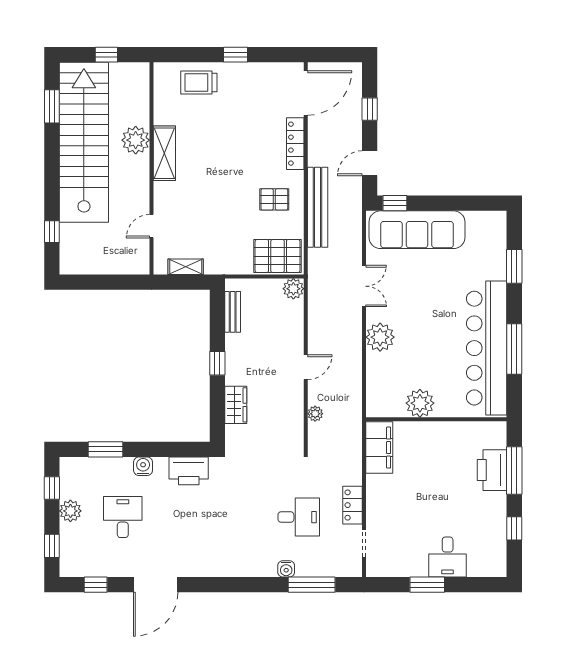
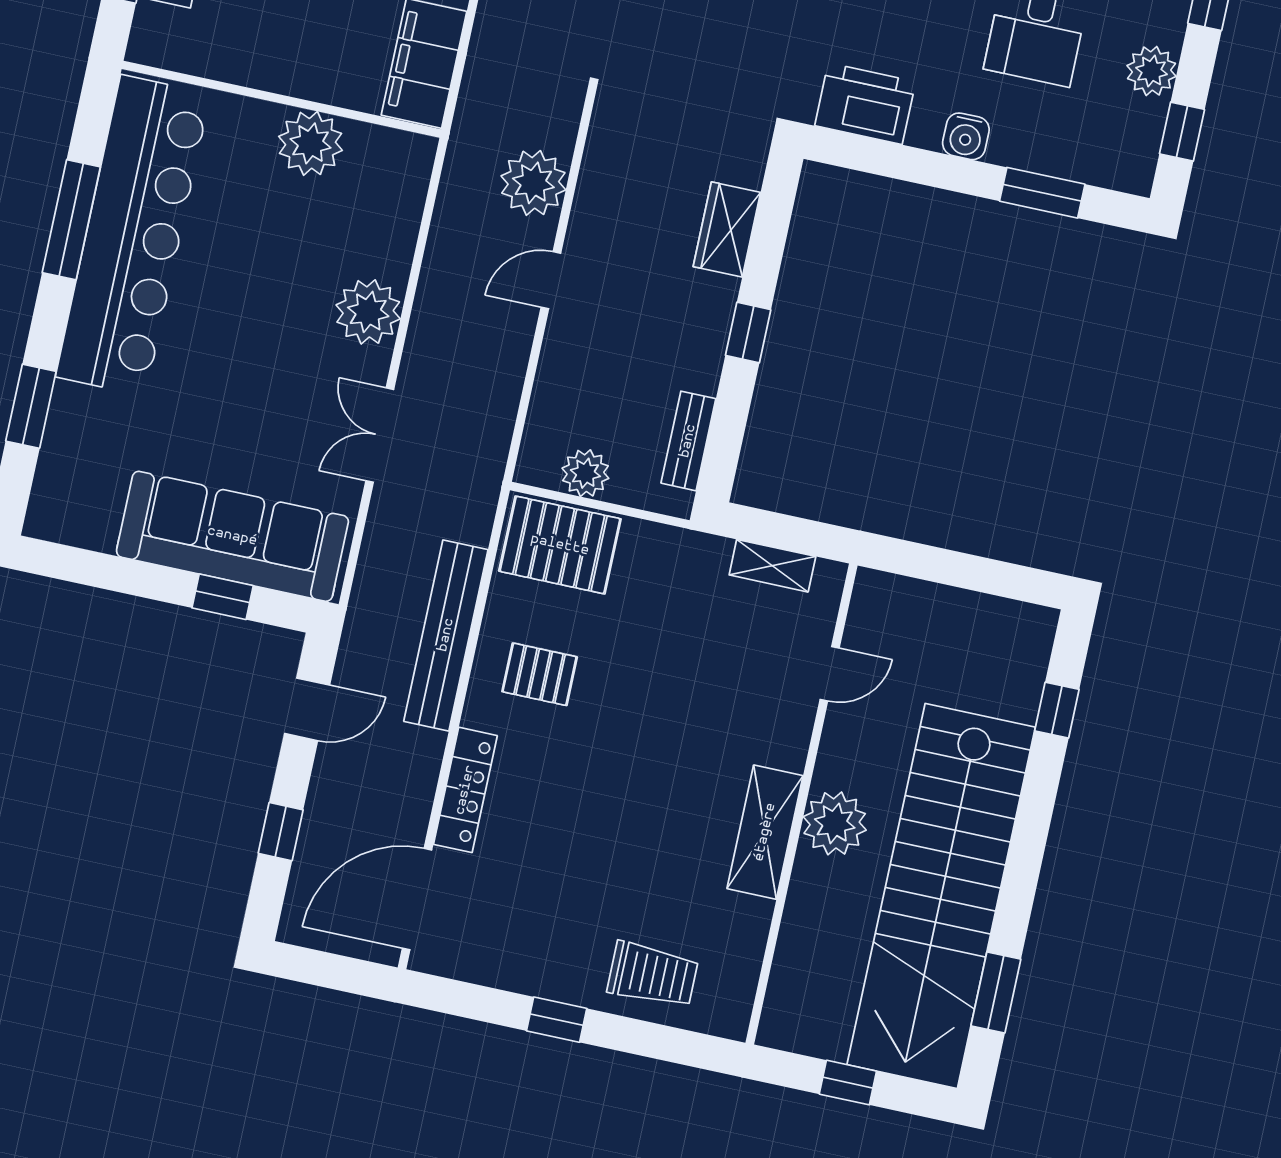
plant: (136, 140) -> (835, 823), moved
window: (395, 203) -> (223, 597), moved
plant: (293, 289) -> (585, 473), moved
plant: (315, 414) -> (533, 183), width x1.87, depth x1.87

